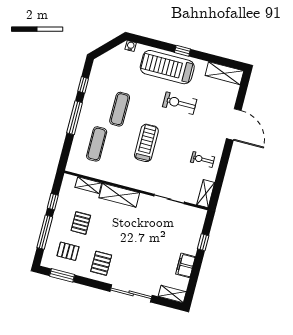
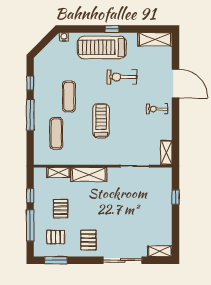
exercise bike: (203, 160) -> (157, 109), moved
filing cabinet: (185, 265) -> (165, 222), removed

